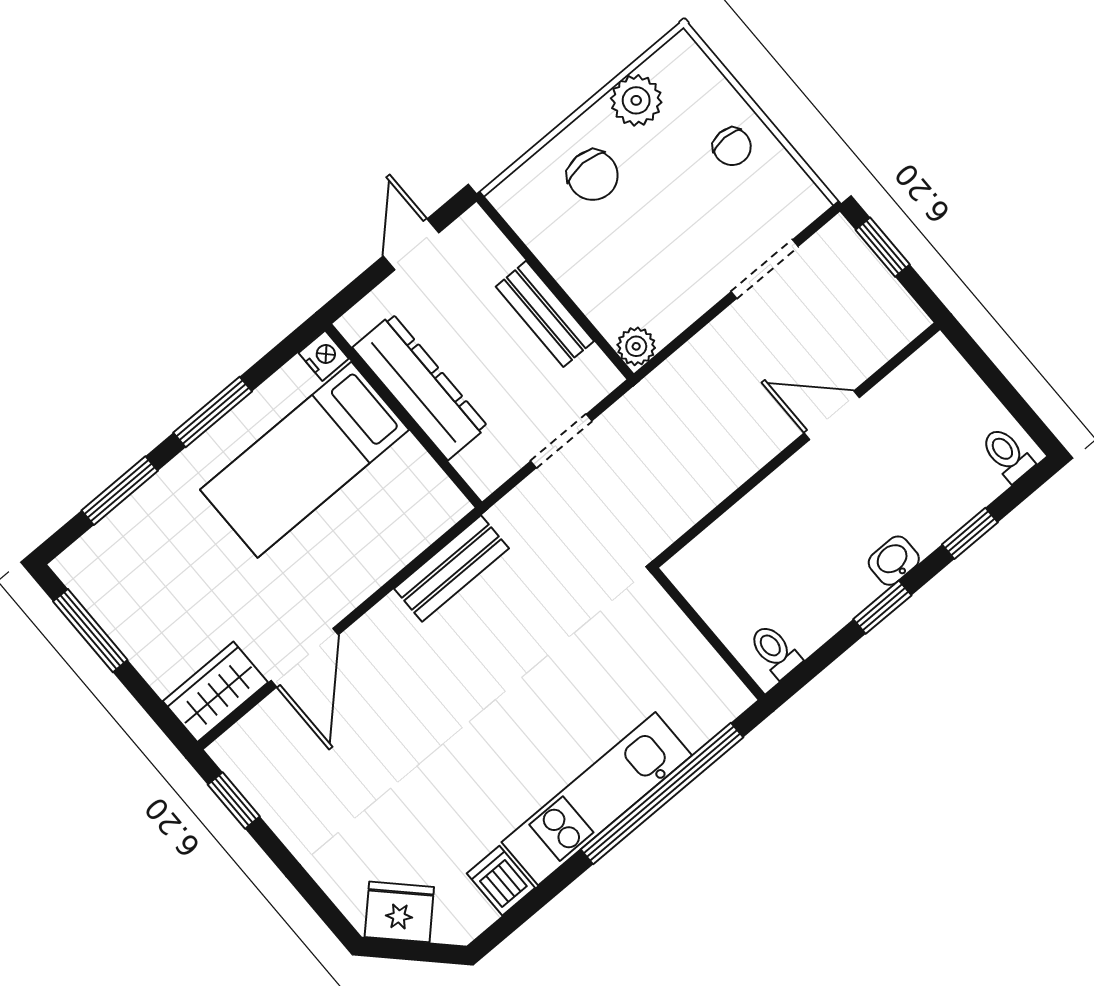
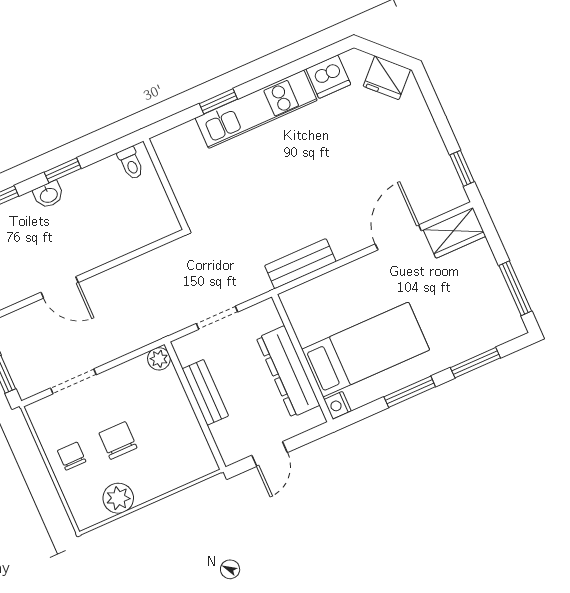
chair: (593, 175) -> (118, 440), moved
window: (662, 793) -> (218, 101), width x0.32
dishwasher: (501, 881) -> (328, 77), width x1.38

